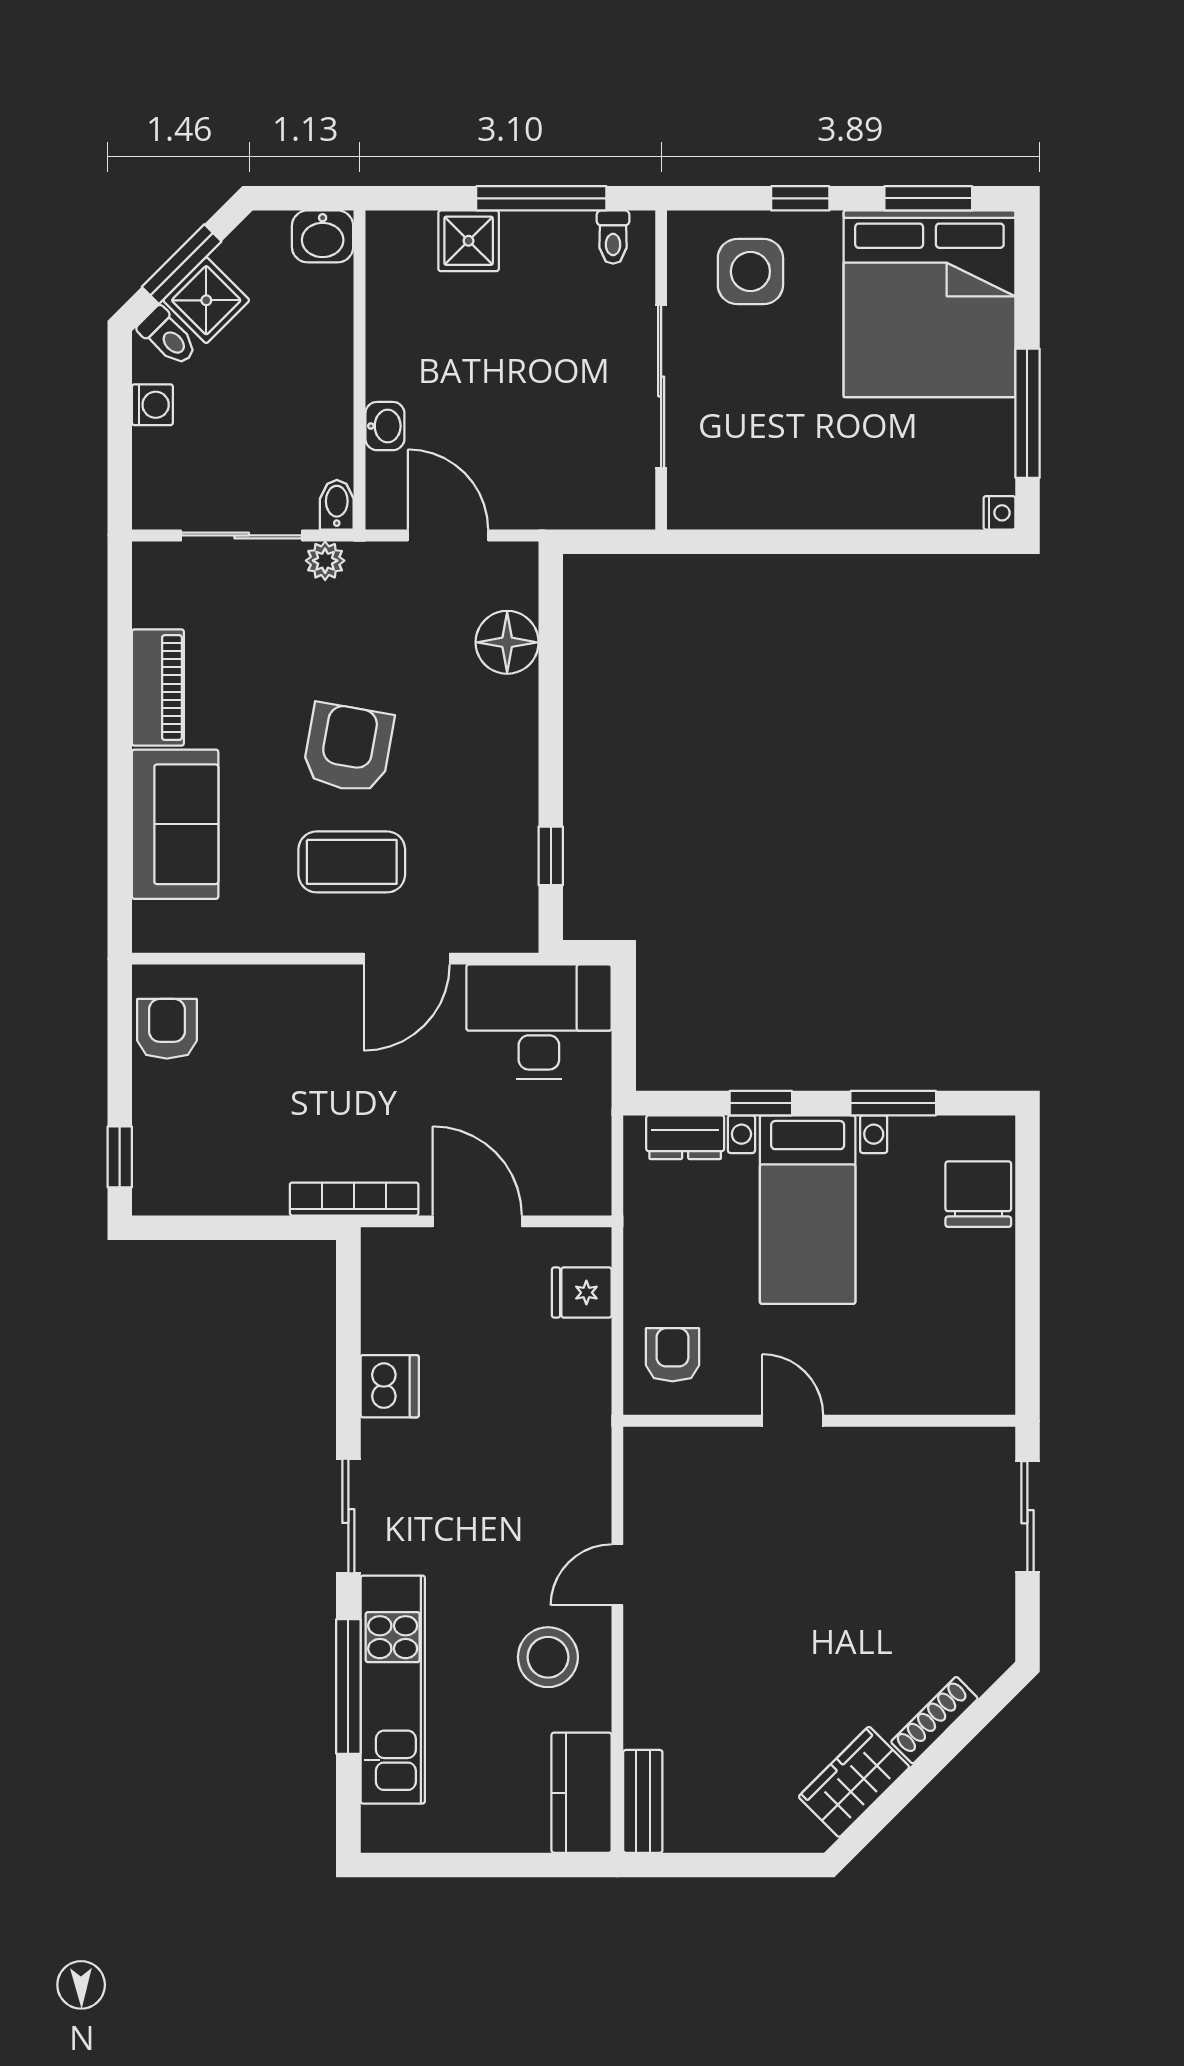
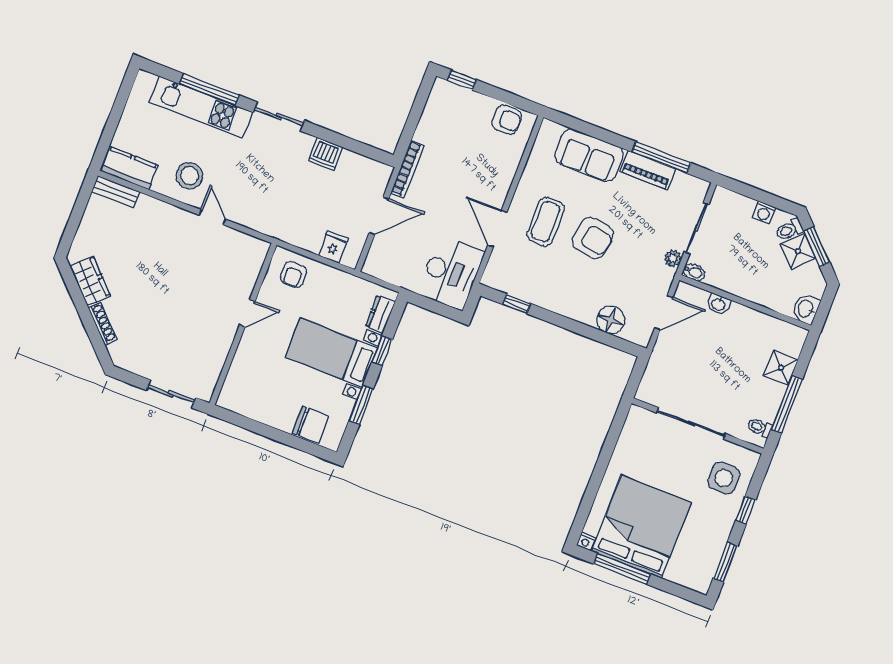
bed: (929, 304) -> (641, 527), moved, turned 90
window: (120, 668) -> (662, 157), added
armchair: (672, 1355) -> (293, 274), turned 90

